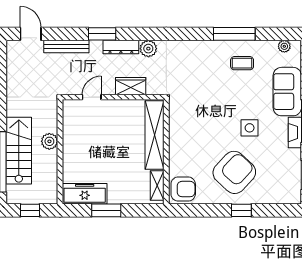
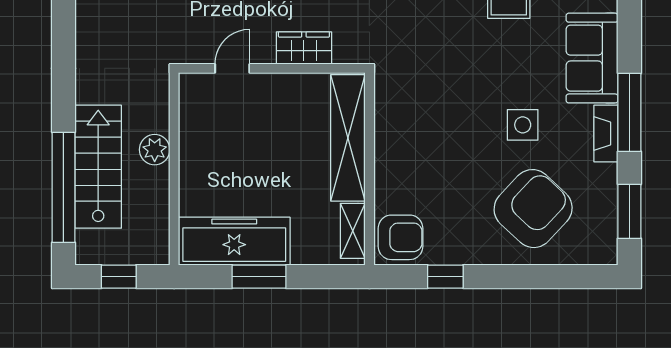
armchair: (234, 172) -> (533, 209), moved
freezer: (85, 194) -> (234, 241), width x1.36, depth x1.26
window: (241, 210) -> (445, 277), moved

